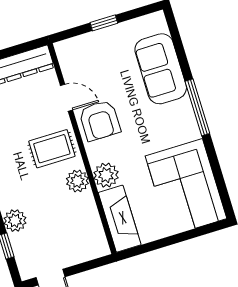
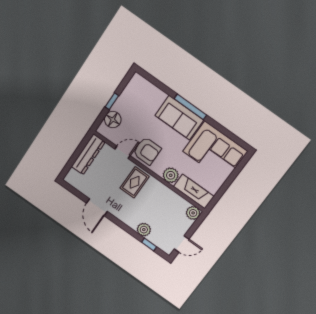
floor lamp: (87, 47) -> (113, 120), added
sofa: (161, 69) -> (179, 118), moved
plant: (77, 181) -> (193, 213), moved

